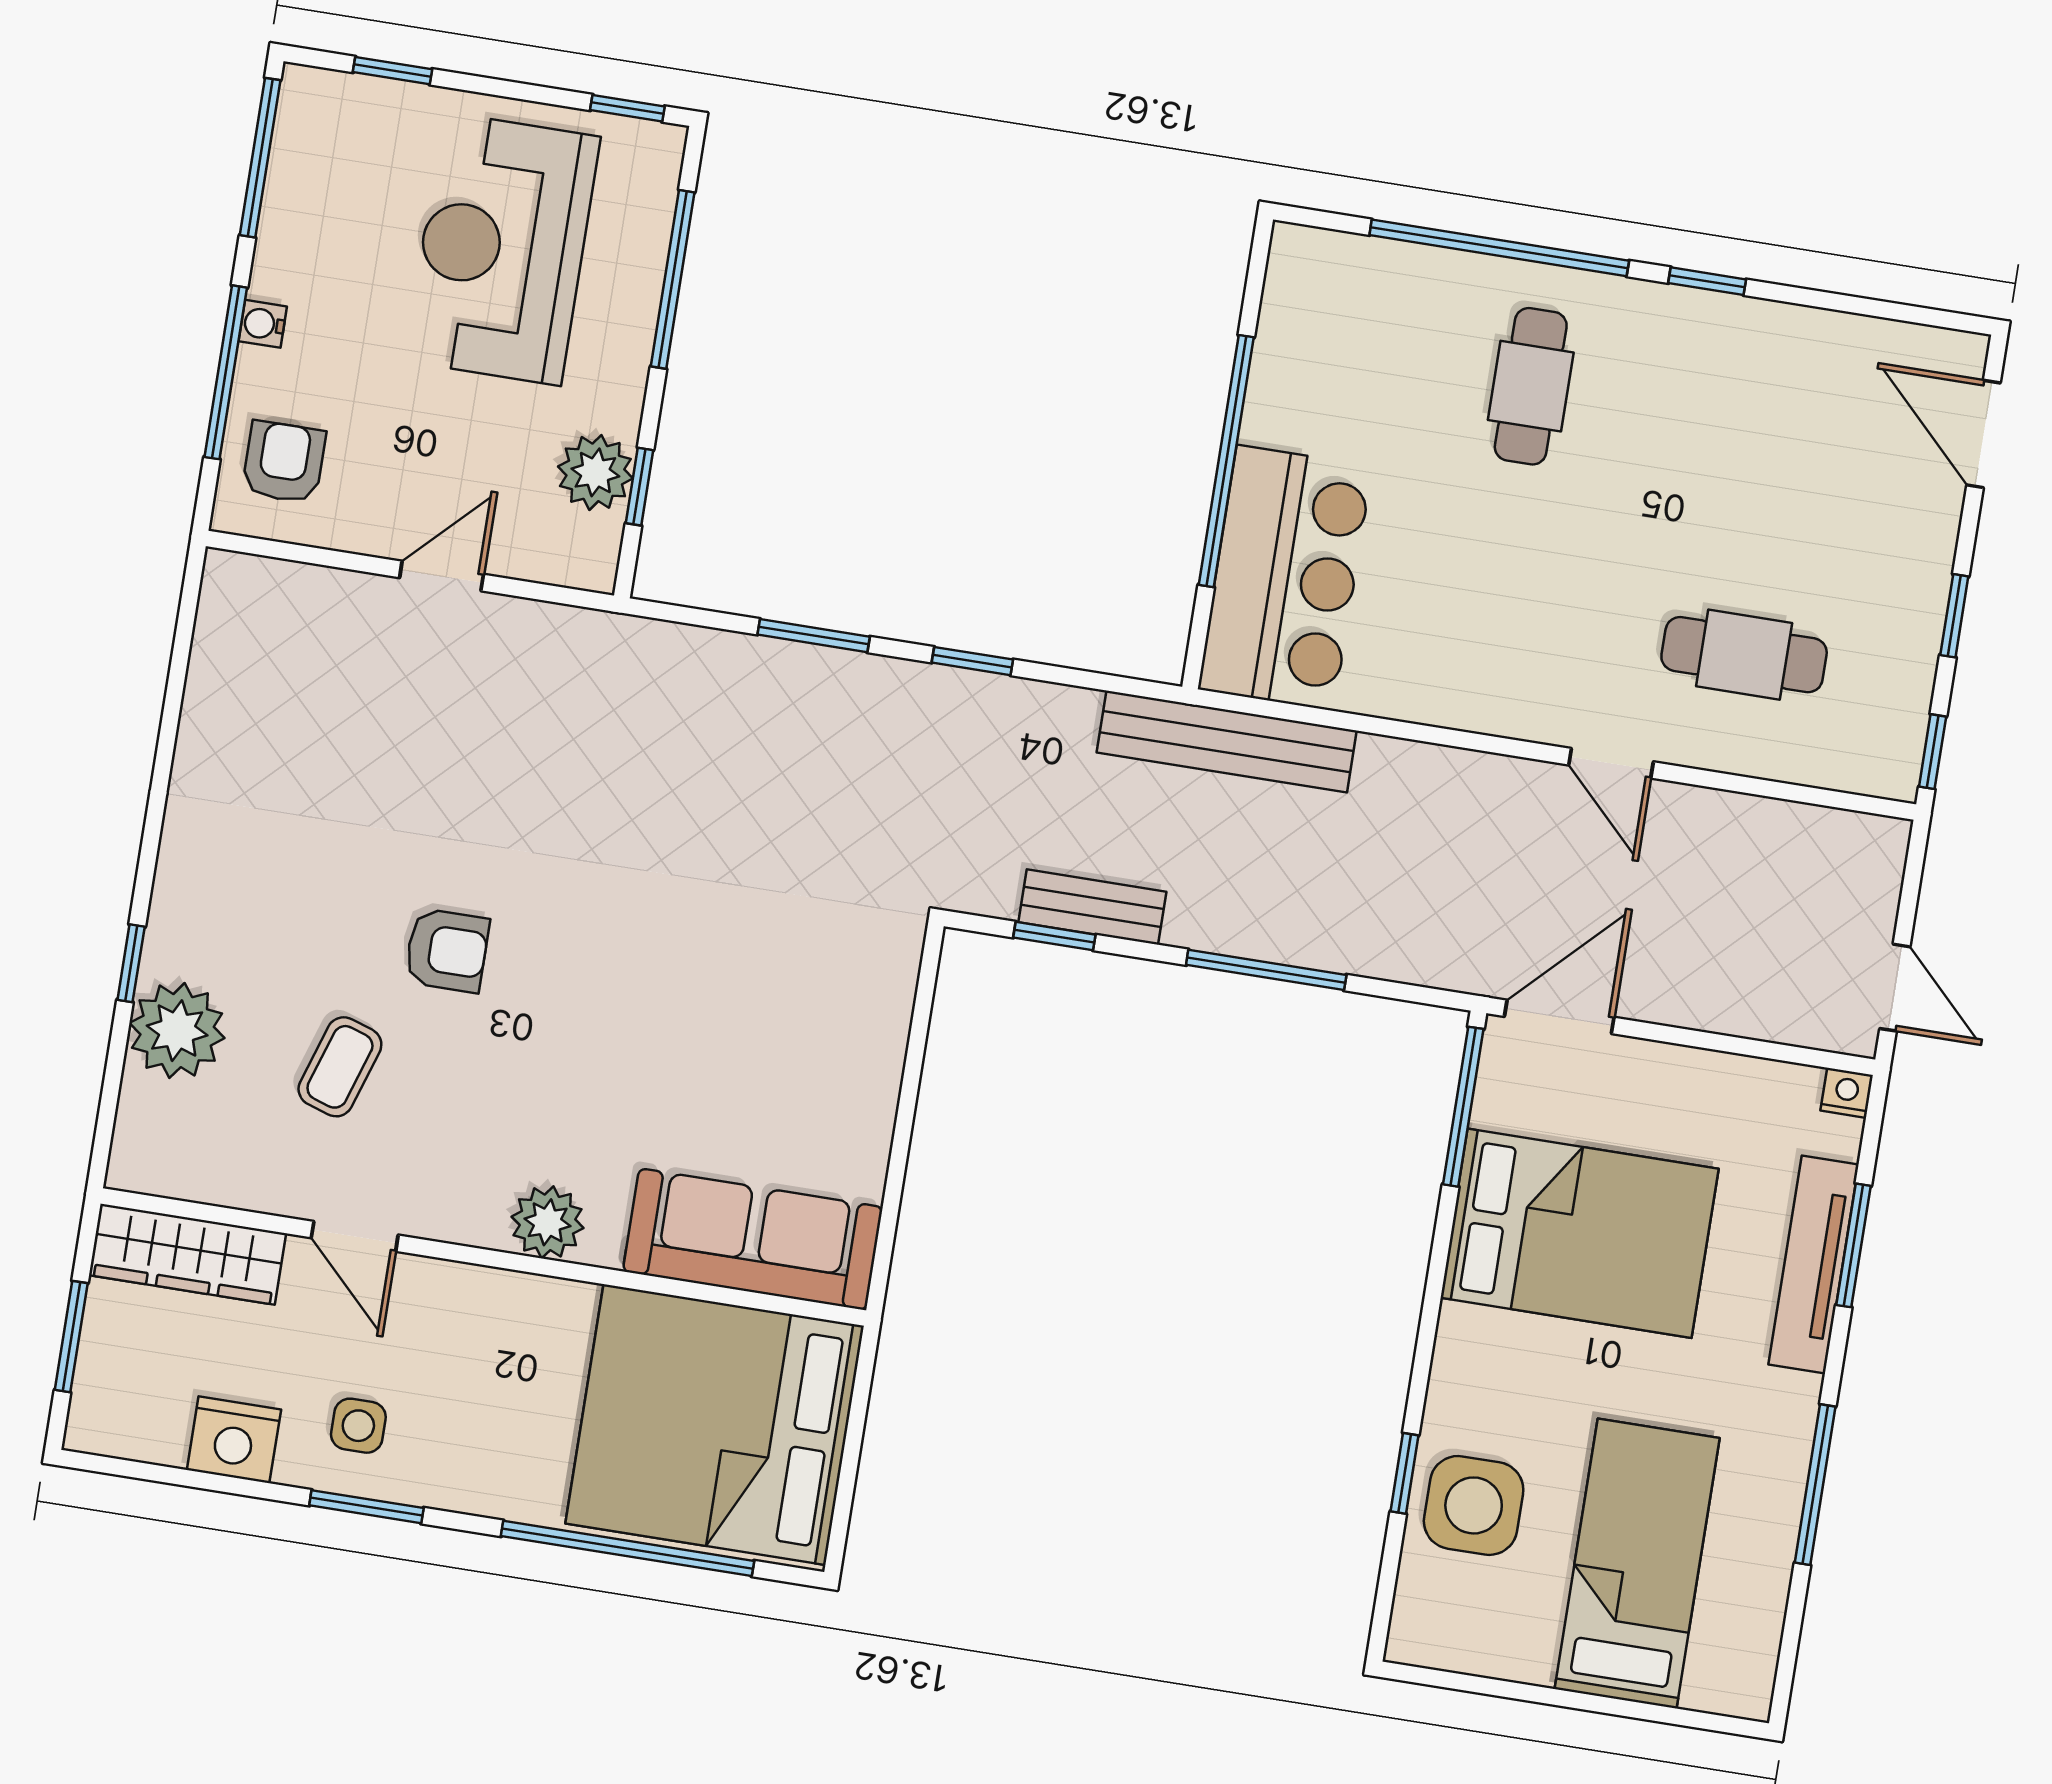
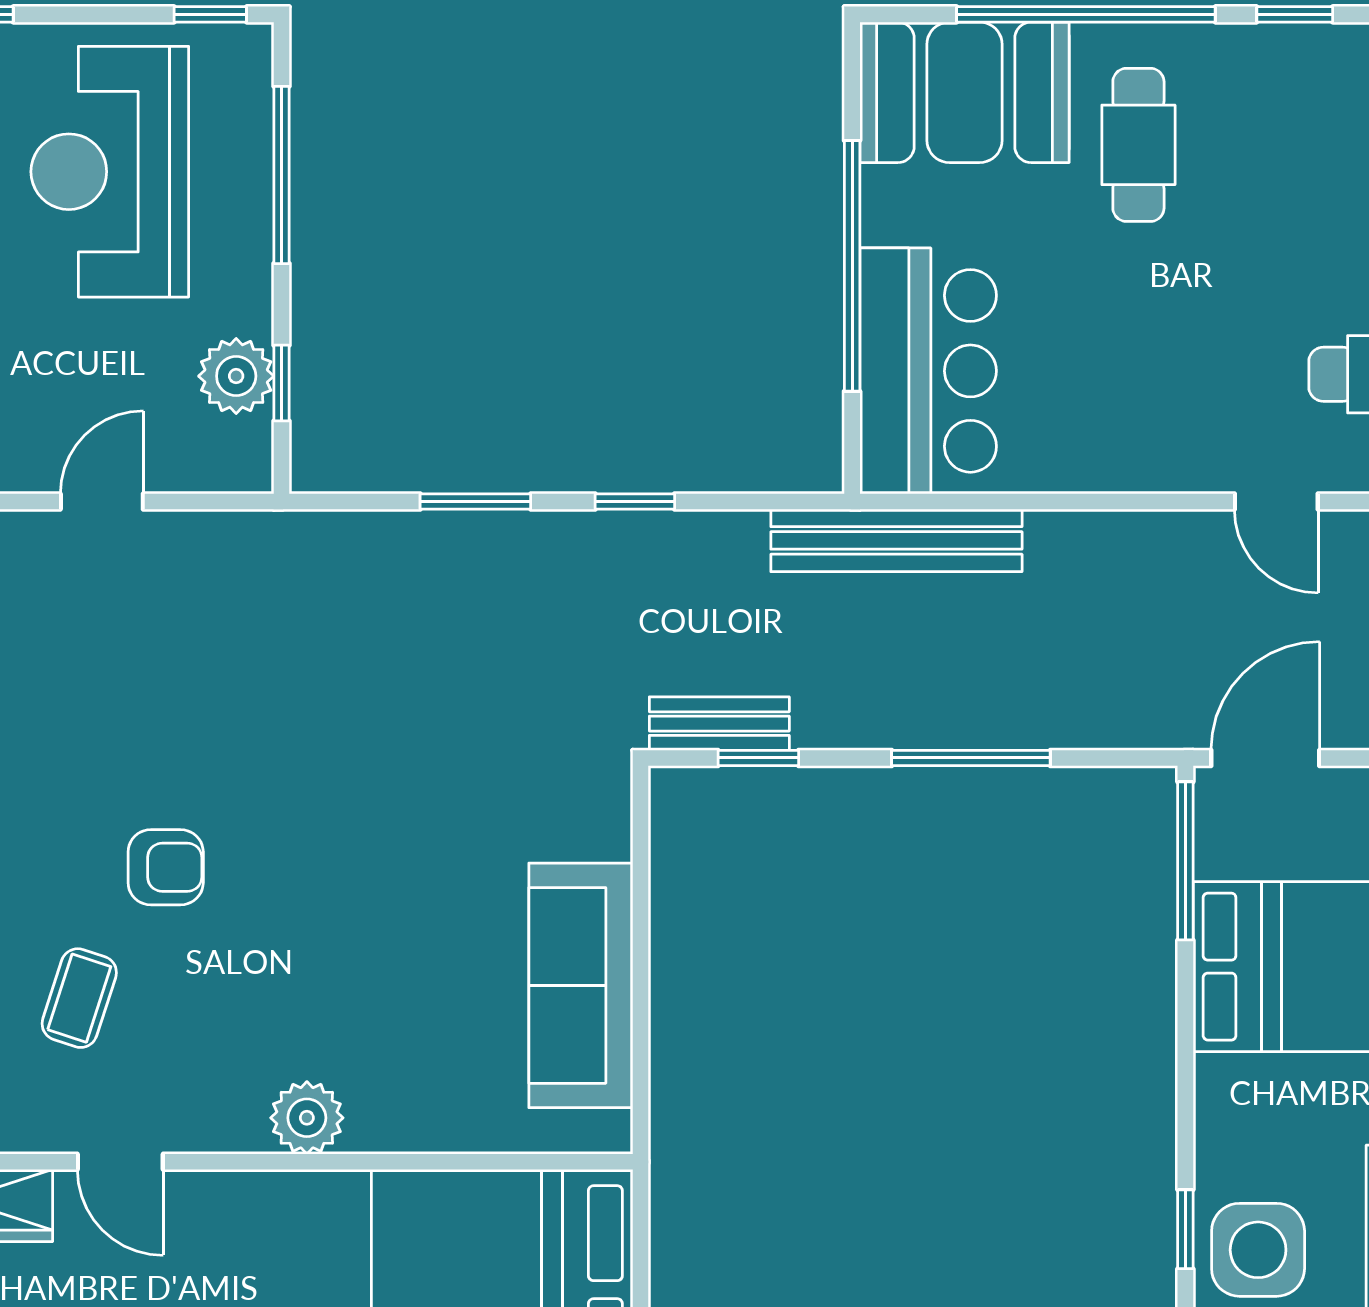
booth: (1366, 306) -> (964, 92), added
bench: (1092, 907) -> (719, 724), moved
sofa: (753, 1239) -> (581, 985), moved, turned -90

